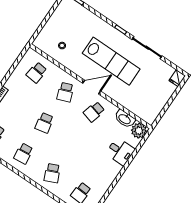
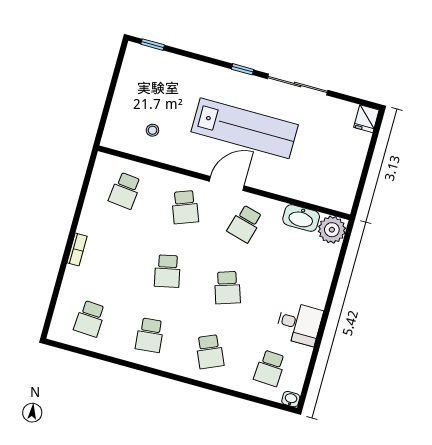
school desk: (73, 142) -> (227, 288), added
desk: (120, 151) -> (299, 324), moved

